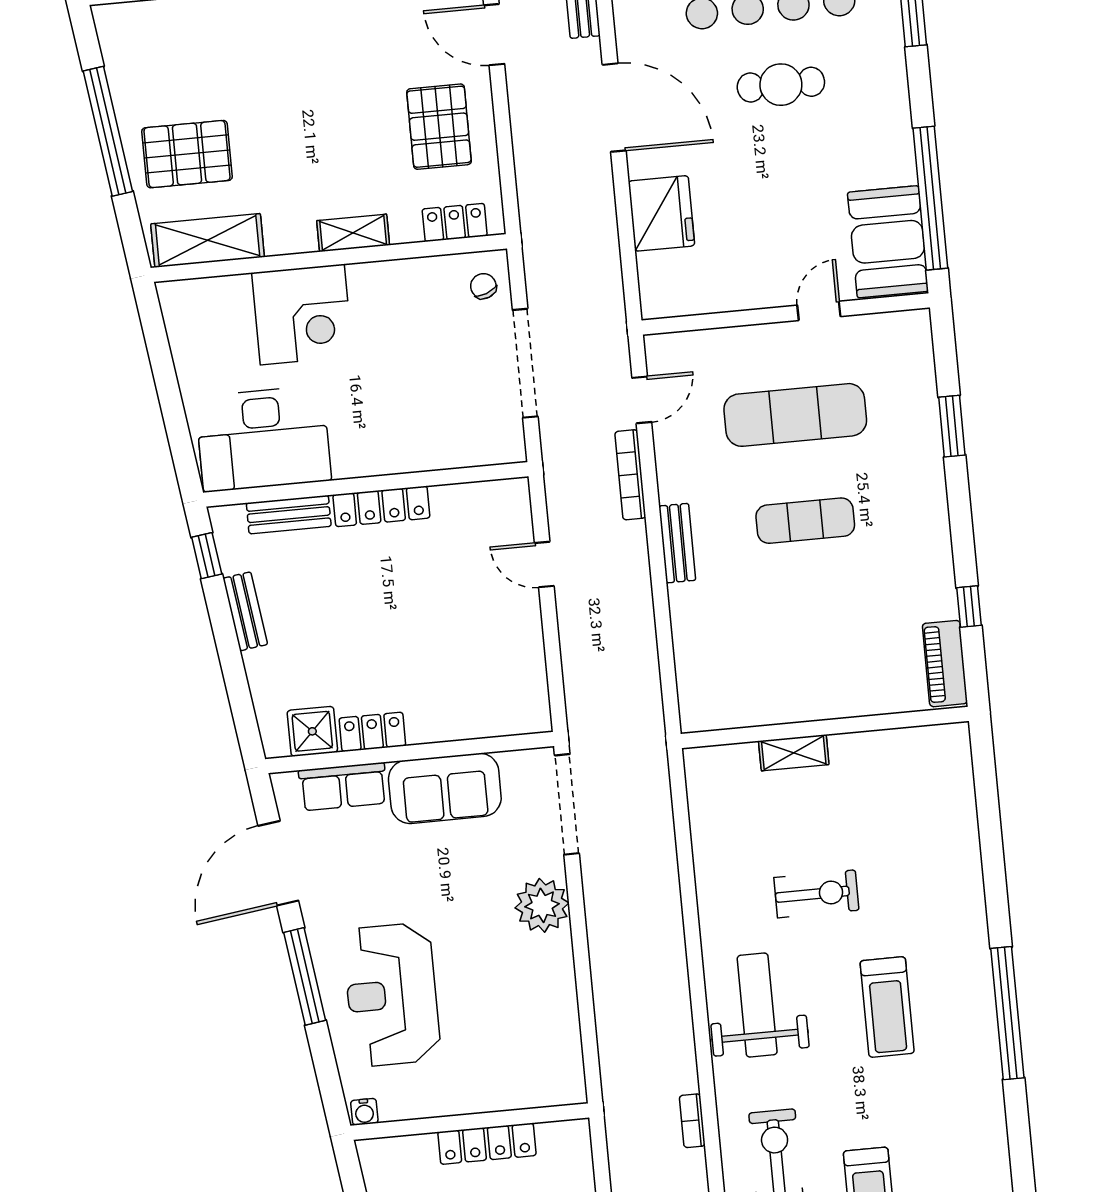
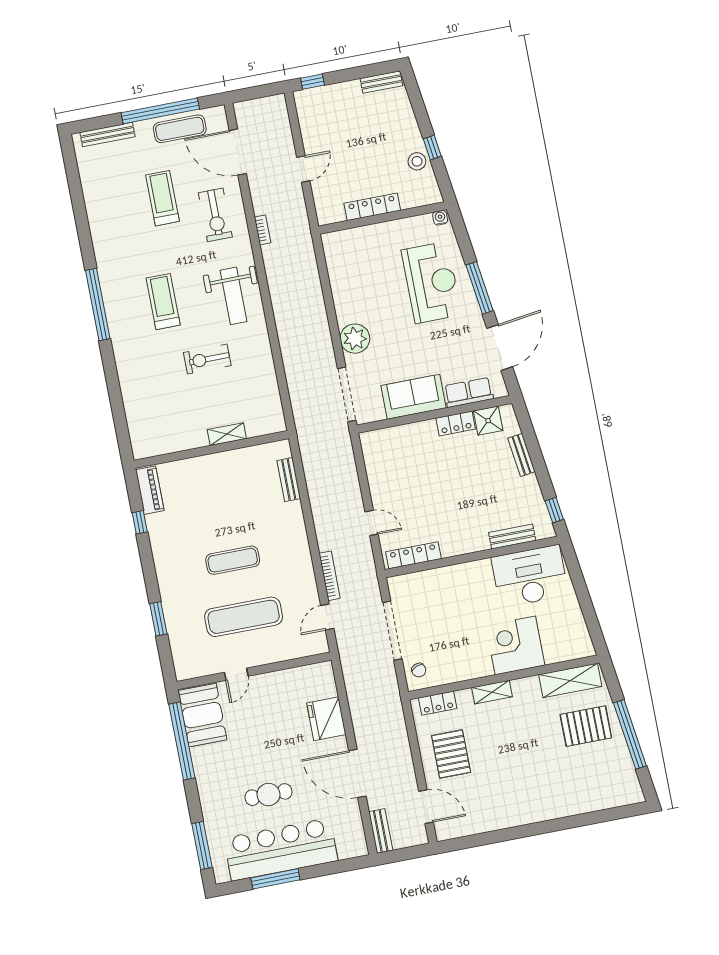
locker: (381, 506) -> (413, 555), moved
bench: (677, 543) -> (289, 480), moved
bench: (245, 611) -> (521, 455), moved

